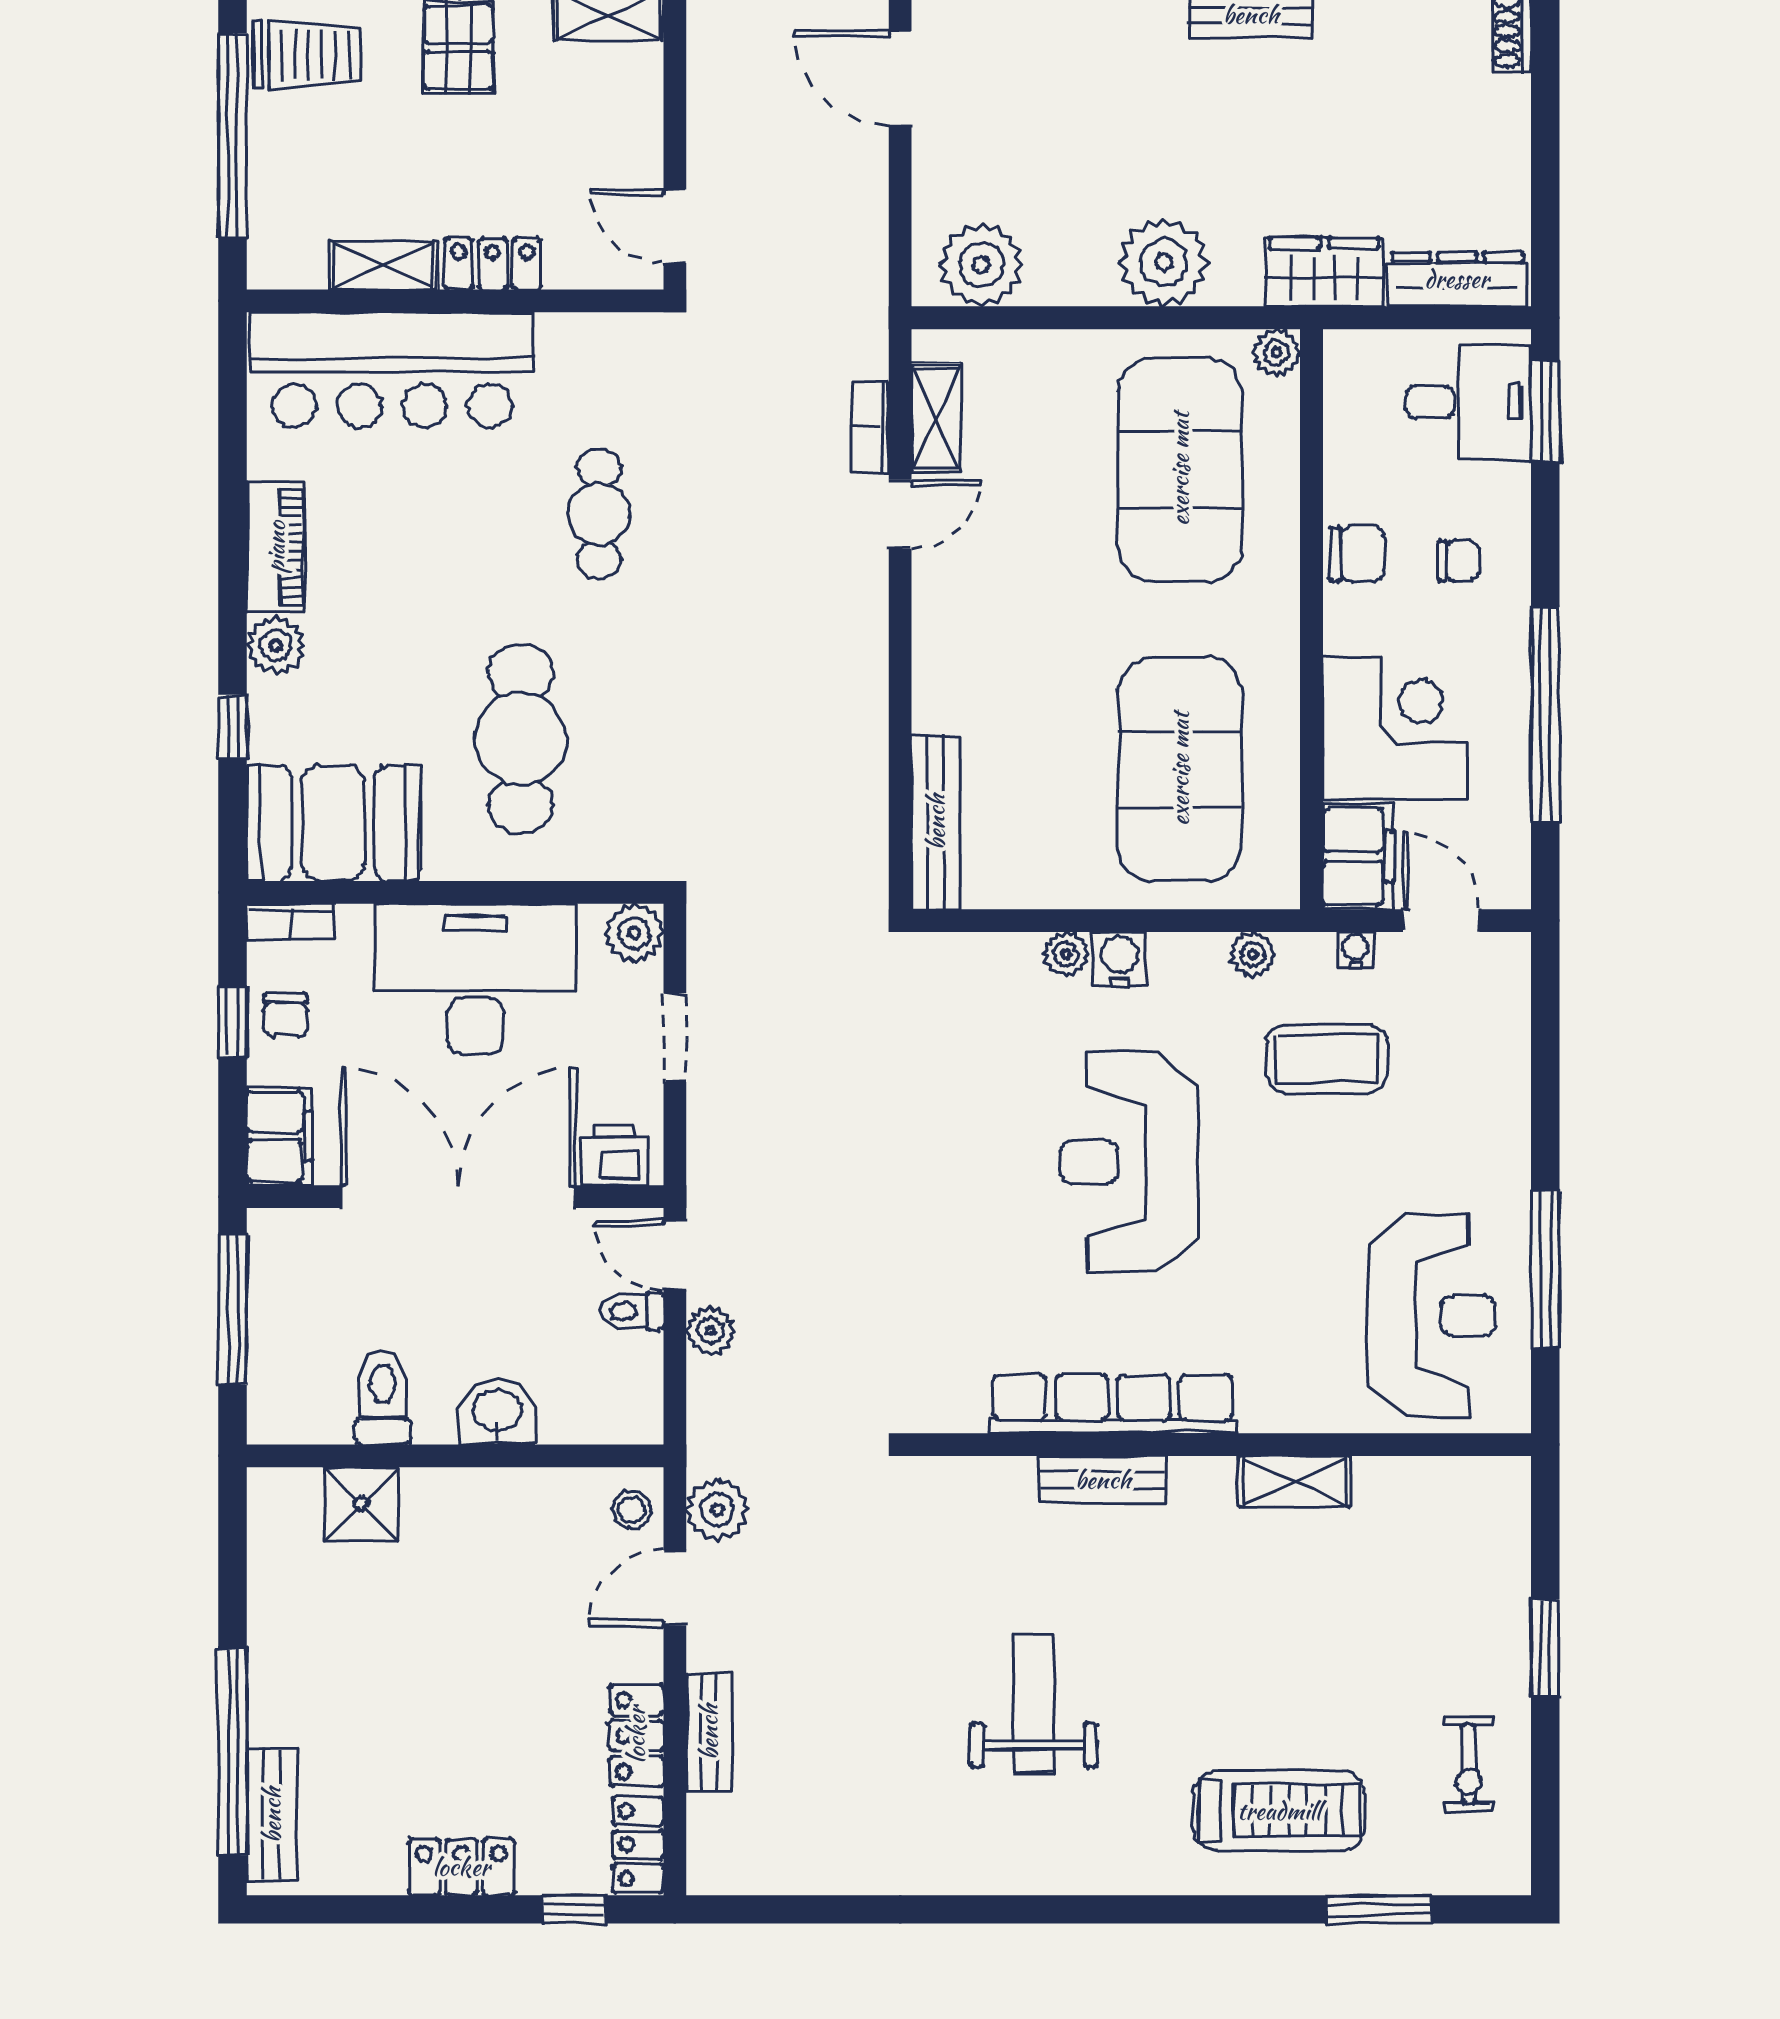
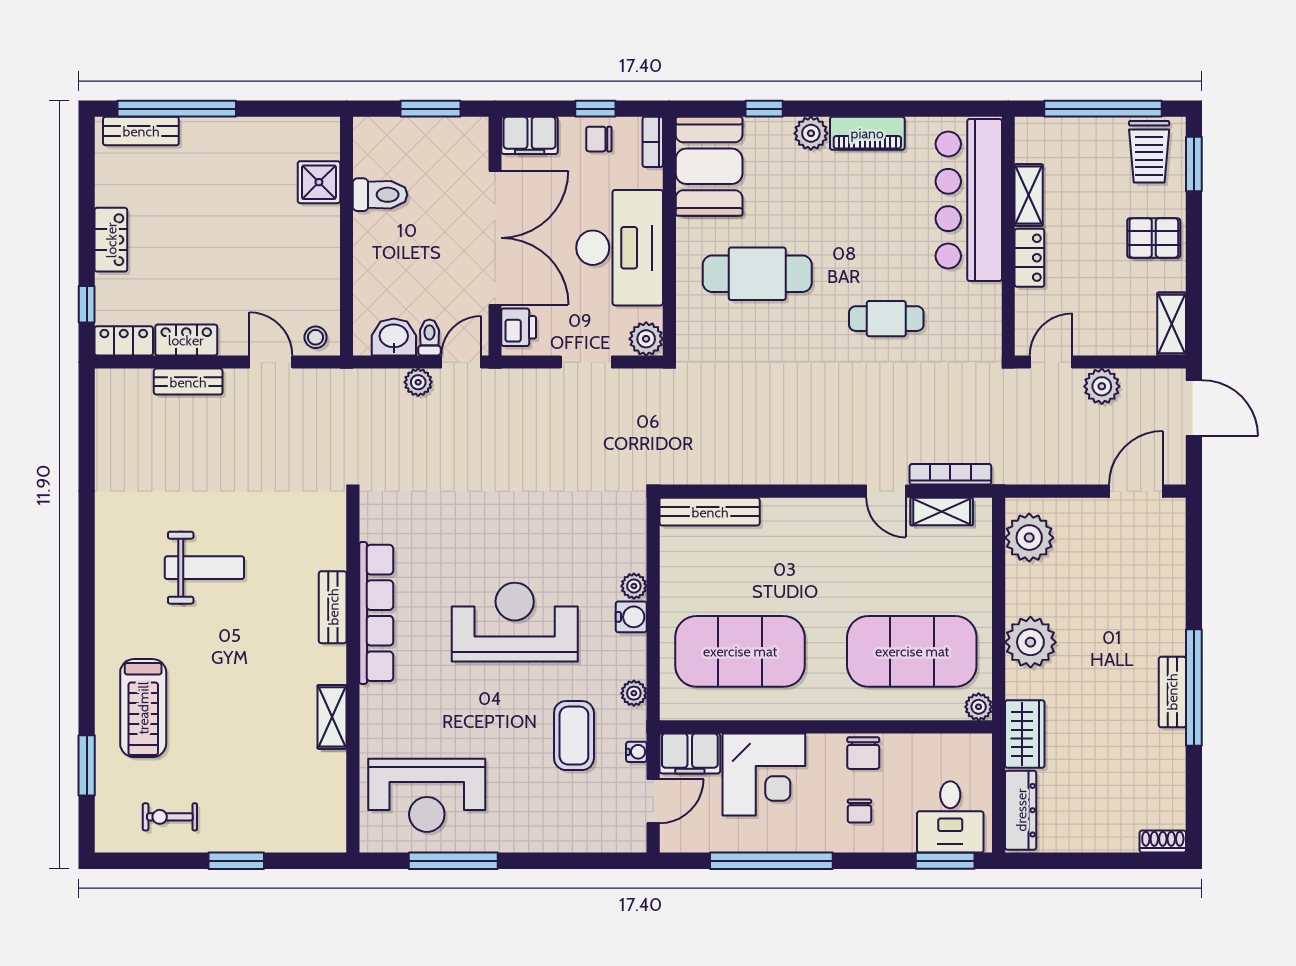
bookcase: (871, 427) -> (950, 474), width x1.56
window: (233, 1309) -> (431, 109), width x0.69
washbasin: (497, 1412) -> (394, 337), moved, turned -90
plant: (717, 1510) -> (1102, 386), moved

